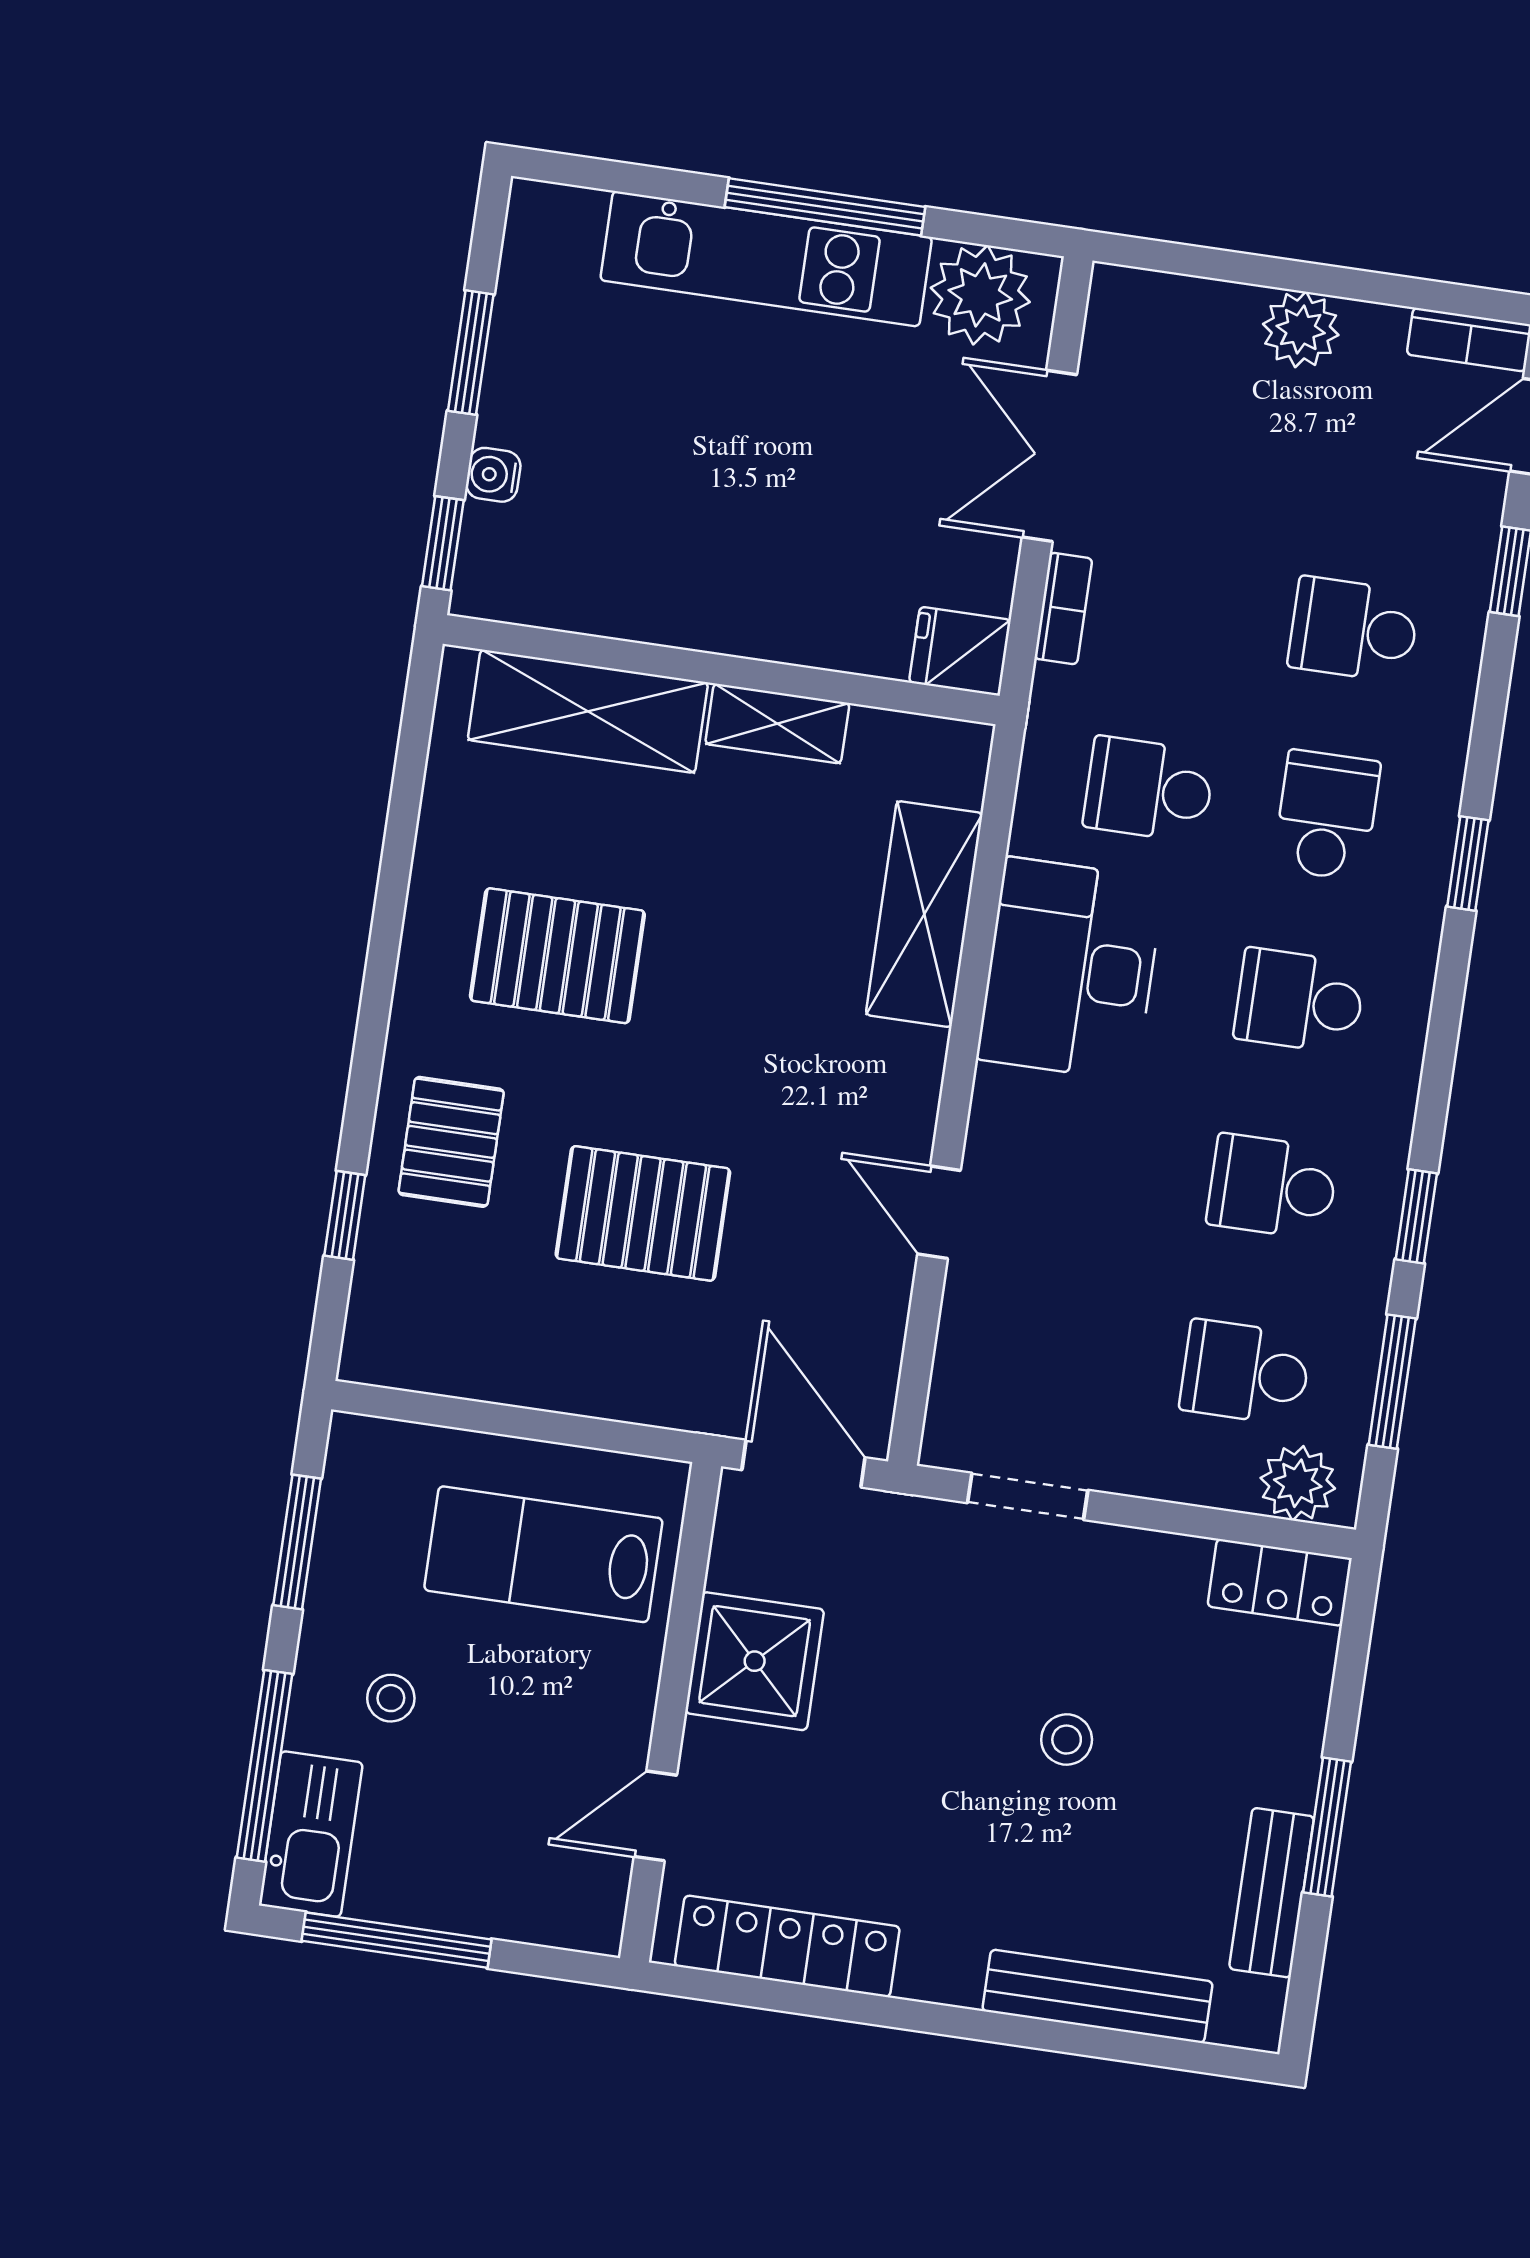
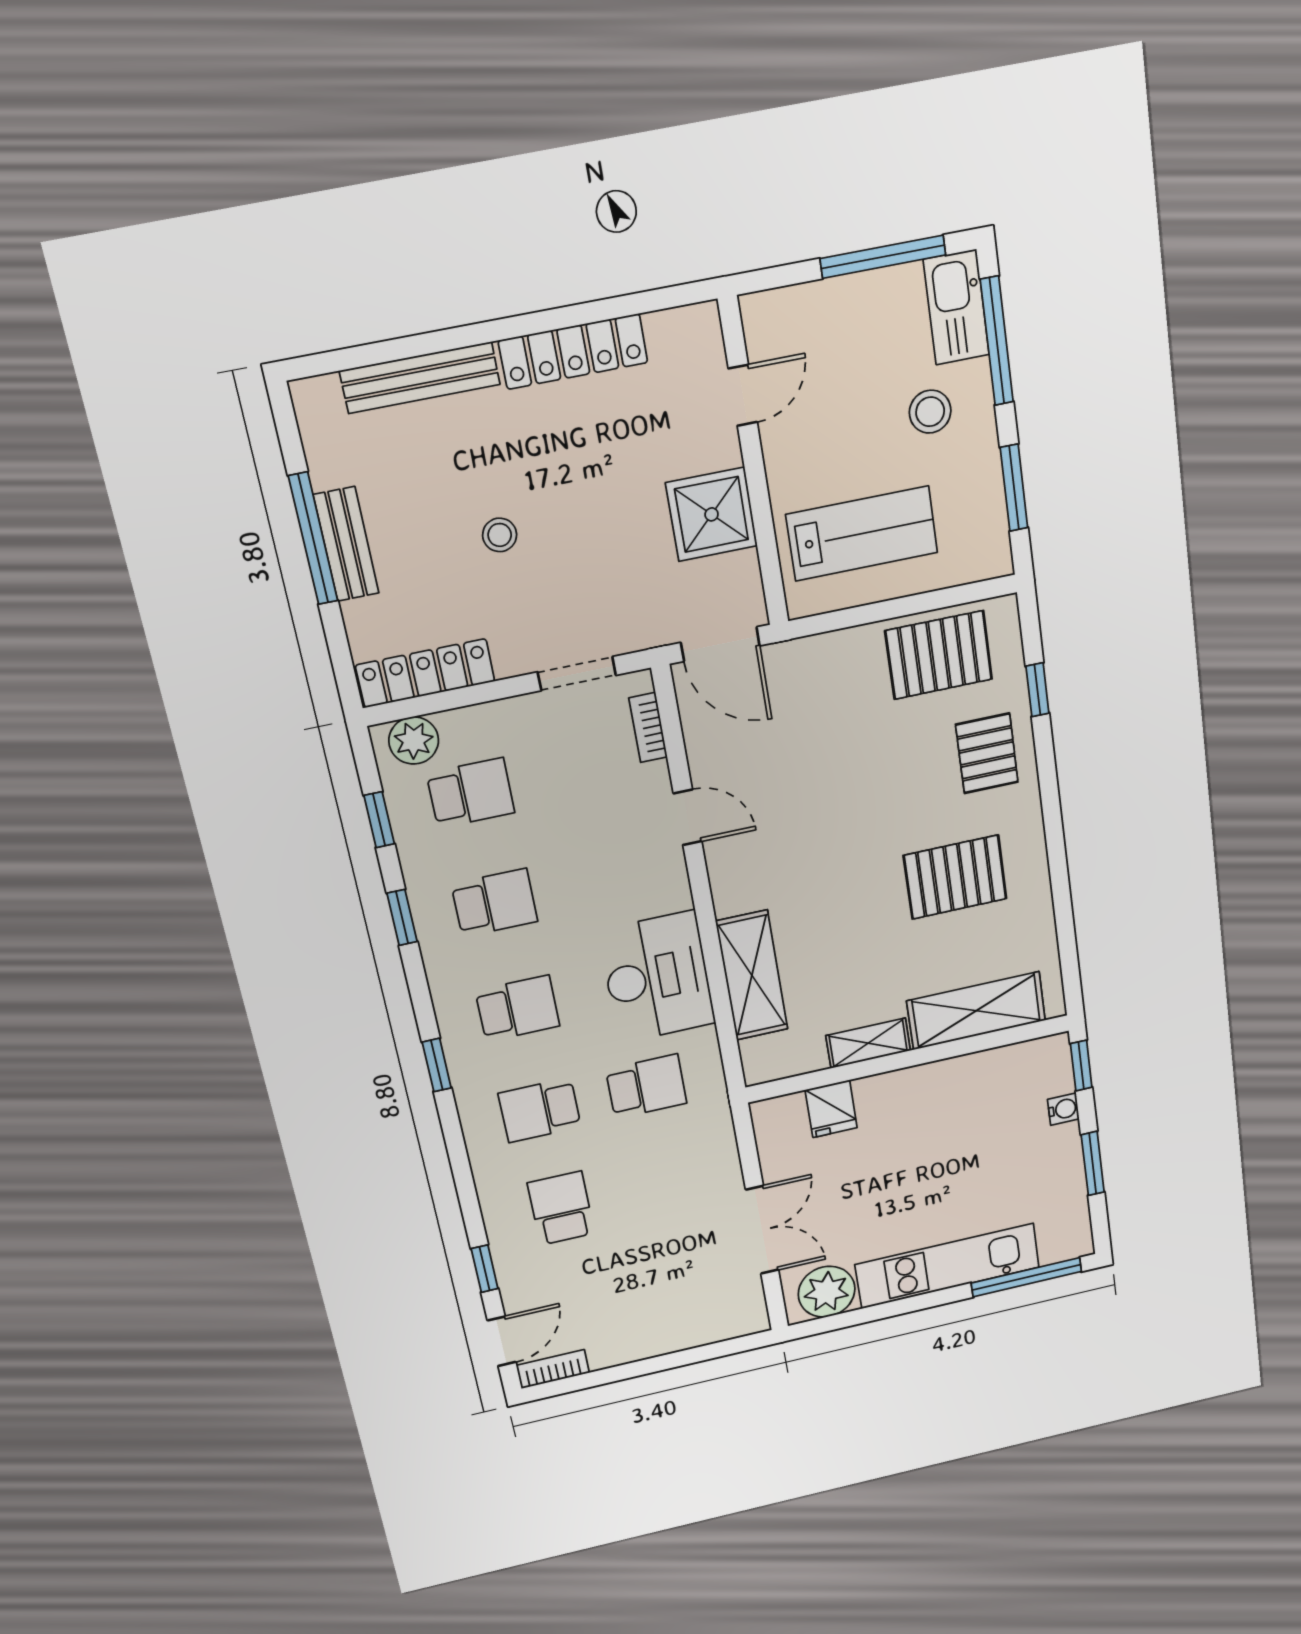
window: (825, 207) -> (1026, 1277), moved
plant: (1301, 329) -> (647, 1340), removed
bookcase: (1063, 609) -> (648, 728), moved
school desk: (1354, 630) -> (561, 1208), turned -90
fridge: (960, 651) -> (831, 1109), moved, turned 90
school desk: (1327, 815) -> (540, 1110), turned 90
window: (1468, 863) -> (437, 1065), moved
pallet: (643, 1213) -> (939, 655), moved
window: (1392, 1382) -> (379, 820), width x0.67
locker: (1280, 1582) -> (425, 673), width x1.53
stool: (391, 1698) -> (930, 412), width x1.37, depth x1.37
window: (1327, 1827) -> (313, 539), width x1.44
bench: (1272, 1893) -> (346, 544), moved
locker: (787, 1946) -> (573, 352), moved

